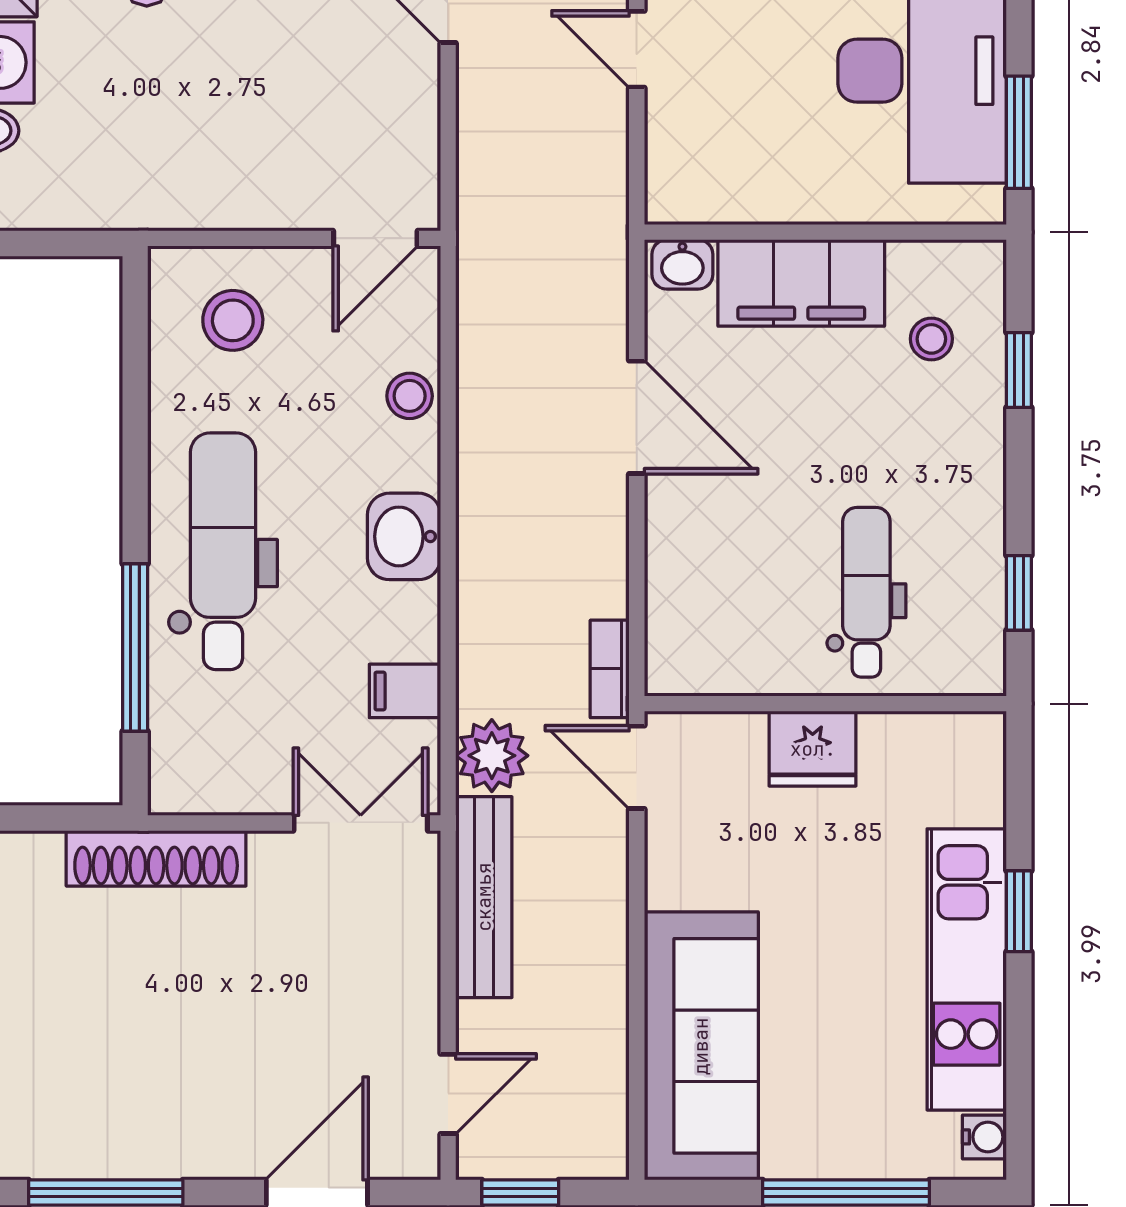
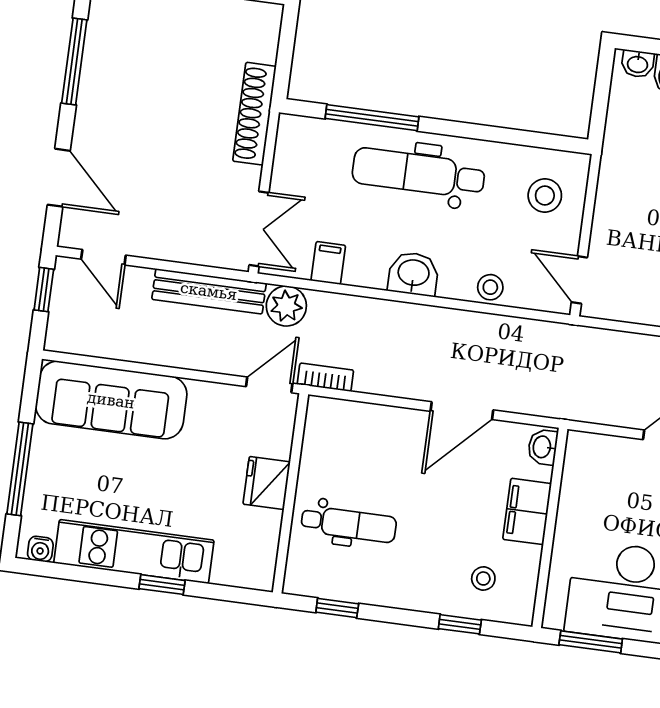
filing cabinet: (801, 283) -> (527, 511), width x0.67, depth x0.86
dental chair: (223, 551) -> (419, 173), turned 180

